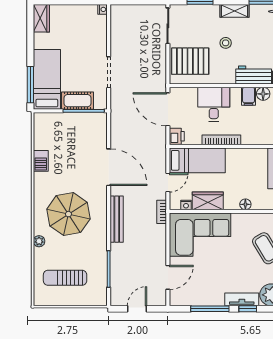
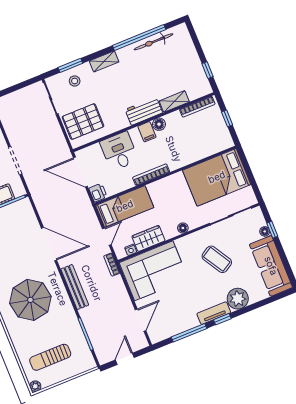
stool: (226, 43) -> (75, 81), moved
bookcase: (221, 140) -> (151, 175), moved
plant: (39, 241) -> (35, 386), moved

